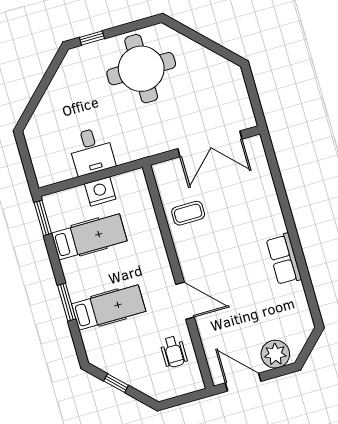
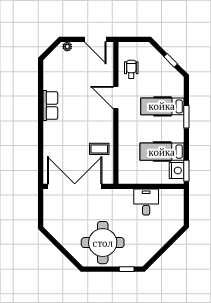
double door: (210, 144) -> (75, 186), width x1.36
nightstand: (100, 191) -> (177, 170), moved, turned -90
plant: (275, 354) -> (67, 47), width x0.53, depth x0.53

